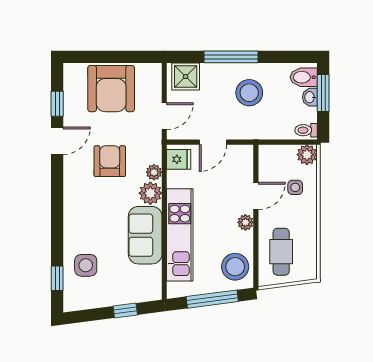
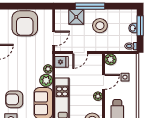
shower: (186, 77) -> (76, 17), moved
bidet: (304, 77) -> (130, 17), removed
plant: (307, 155) -> (110, 59), moved
armchair: (110, 161) -> (14, 99), moved, turned -90

